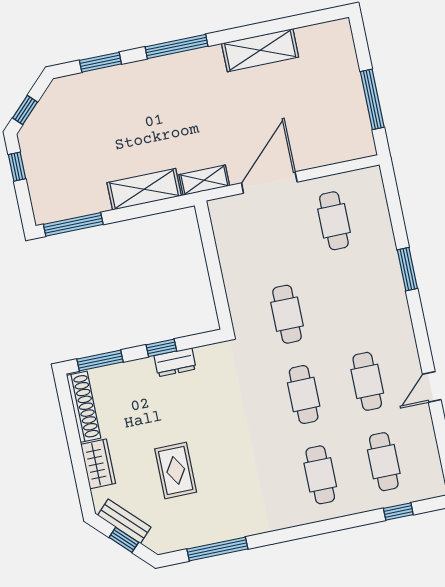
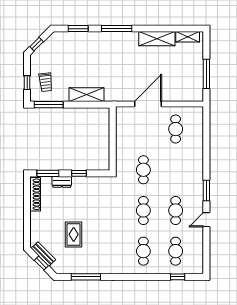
window: (17, 167) -> (27, 83), moved
shelving: (204, 180) -> (188, 37), moved
trolley: (58, 181) -> (46, 82), added
window: (407, 269) -> (206, 190), moved
dresser: (175, 362) -> (62, 182), moved
wardrobe: (98, 464) -> (37, 223), removed

